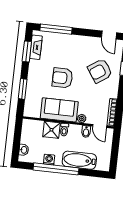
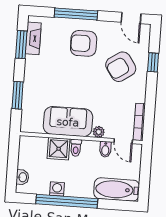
window: (56, 29) -> (76, 14), moved
armchair: (62, 78) -> (84, 43), moved
bathtub: (79, 160) -> (117, 189), moved

